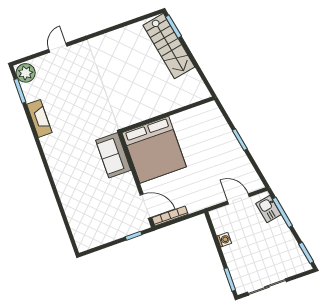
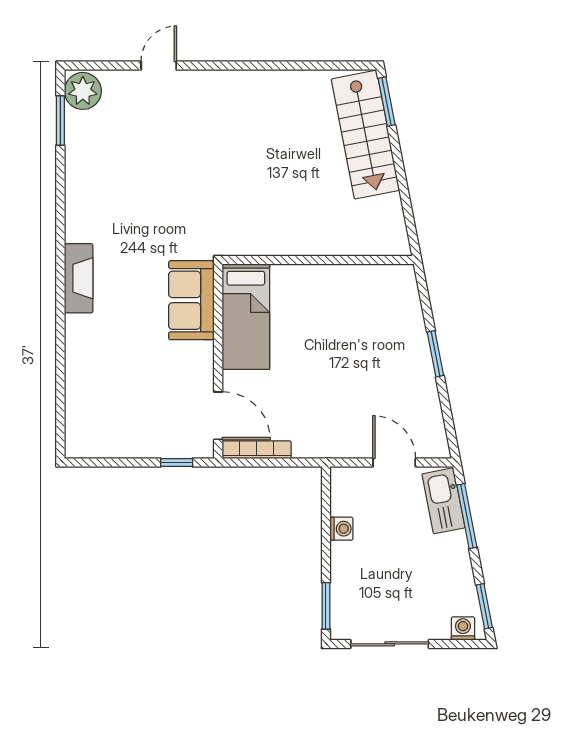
fireplace: (39, 118) -> (79, 278), moved
bed: (154, 150) -> (246, 317), width x0.49
kitchen sink: (269, 209) -> (443, 501), width x1.38
washing machine: (300, 267) -> (463, 628), added

